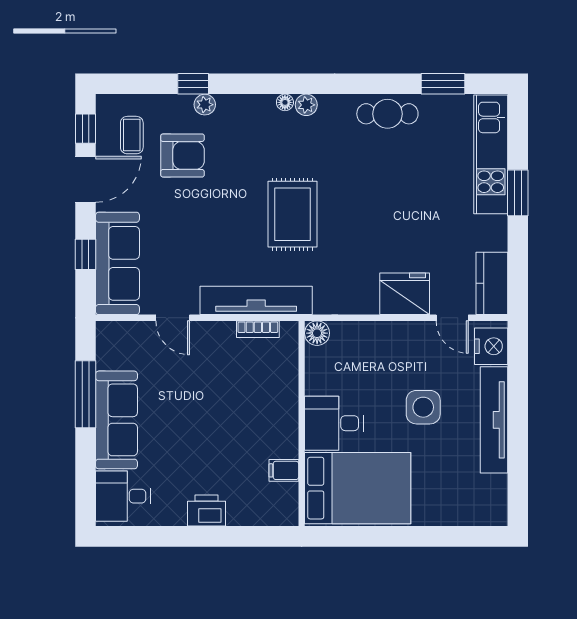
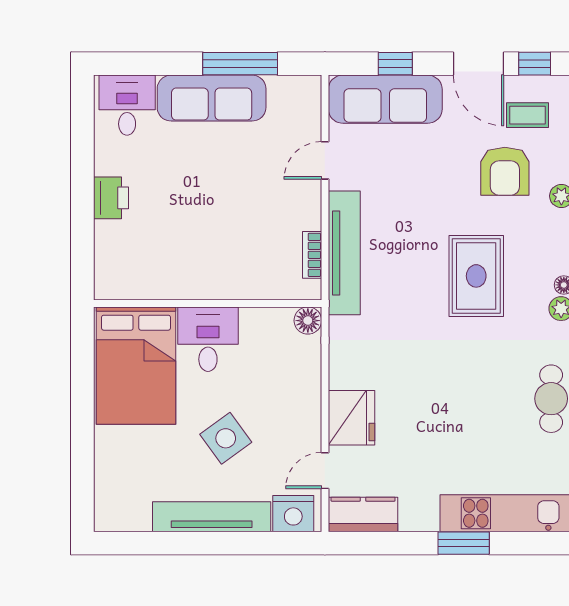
rug: (292, 214) -> (476, 276), moved, turned 90
side table: (423, 407) -> (226, 438), turned -36
filing cabinet: (284, 470) -> (156, 284), removed

